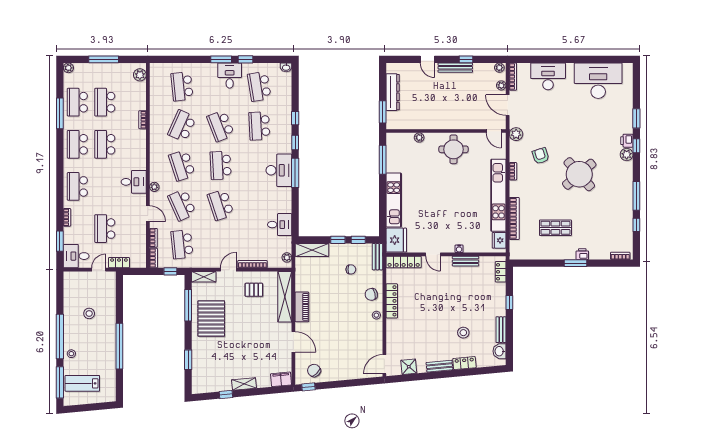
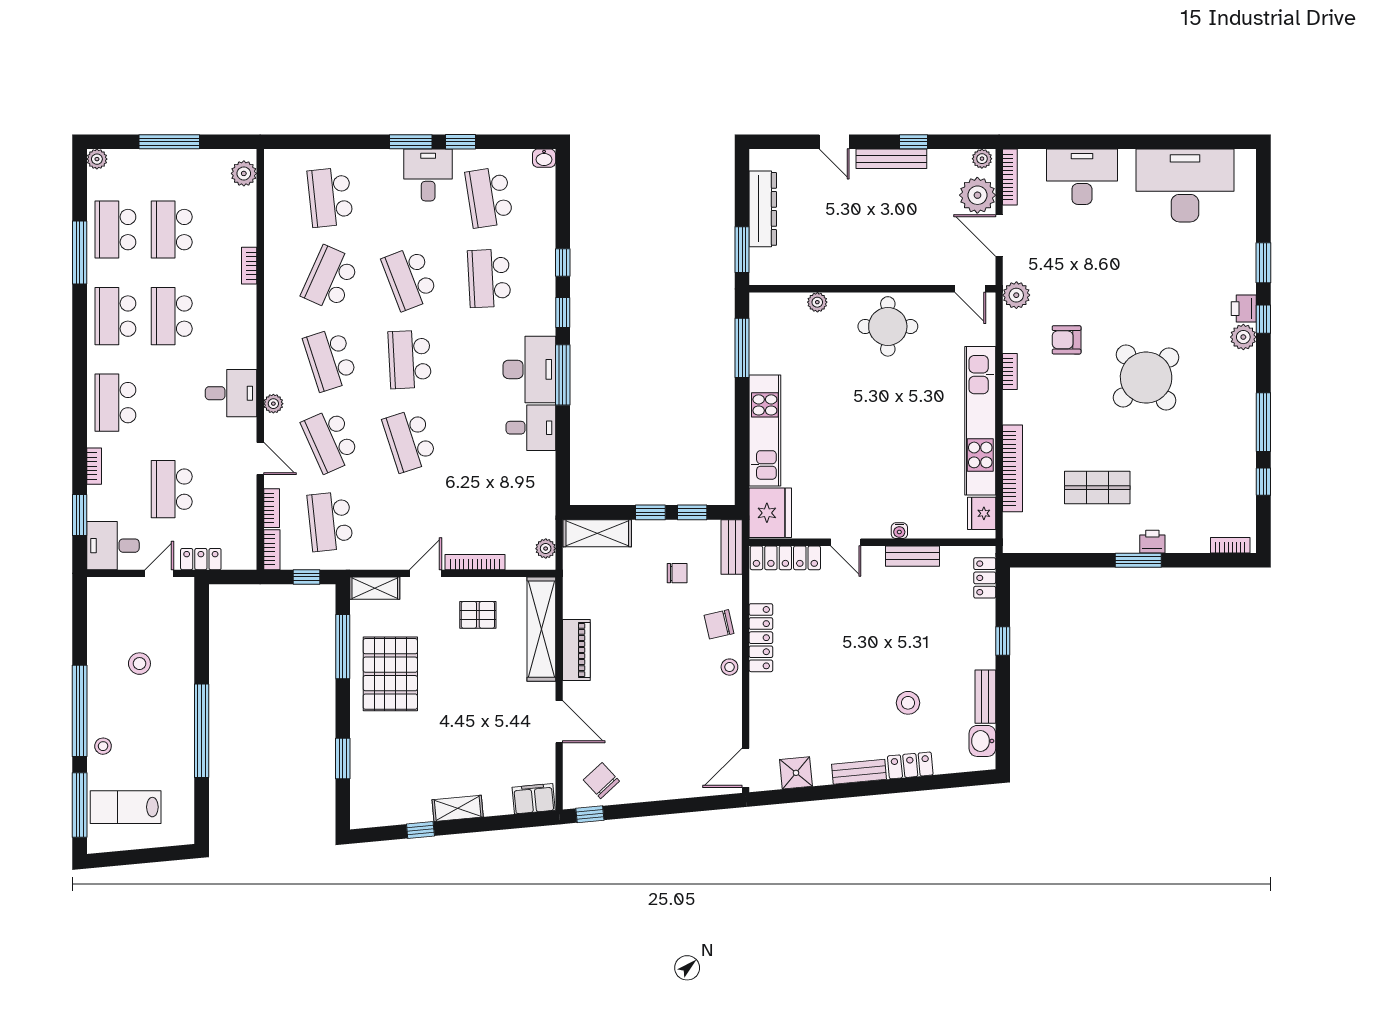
plant: (501, 85) -> (977, 195), width x1.88, depth x1.88
armchair: (541, 156) -> (1067, 340), turned -72
desk: (280, 225) -> (531, 428), moved

